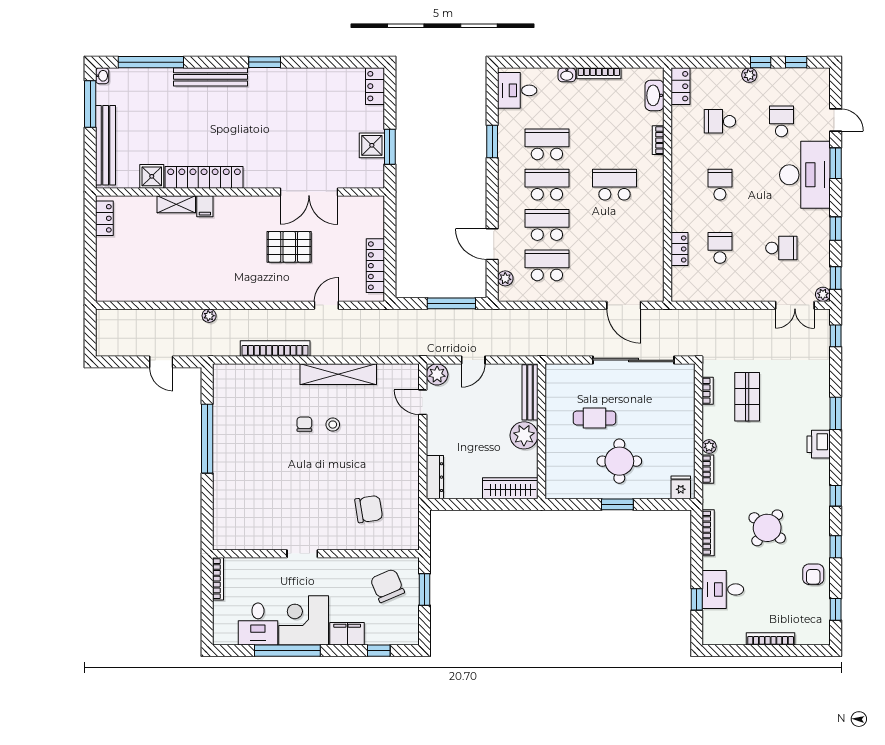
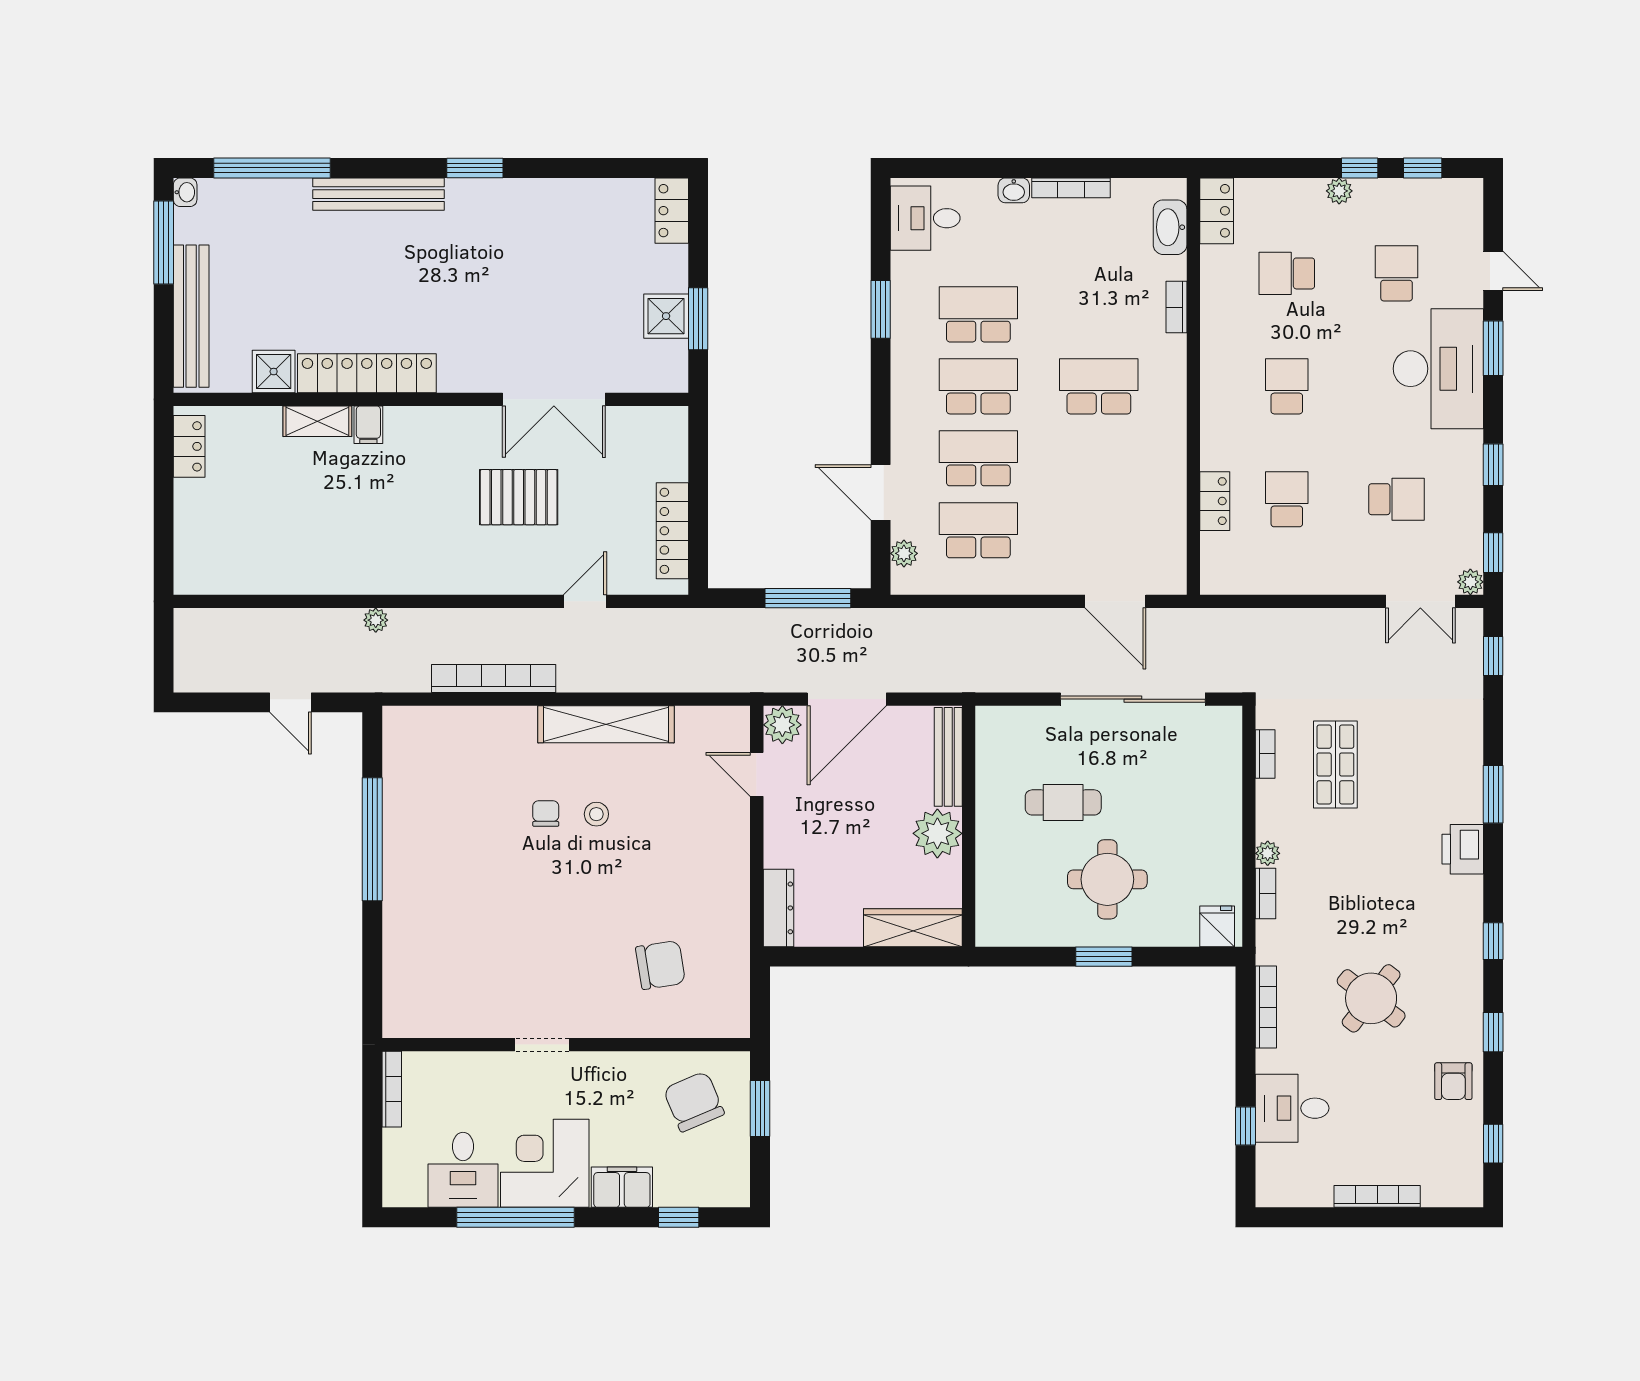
door: (473, 360) -> (847, 699), width x1.87

